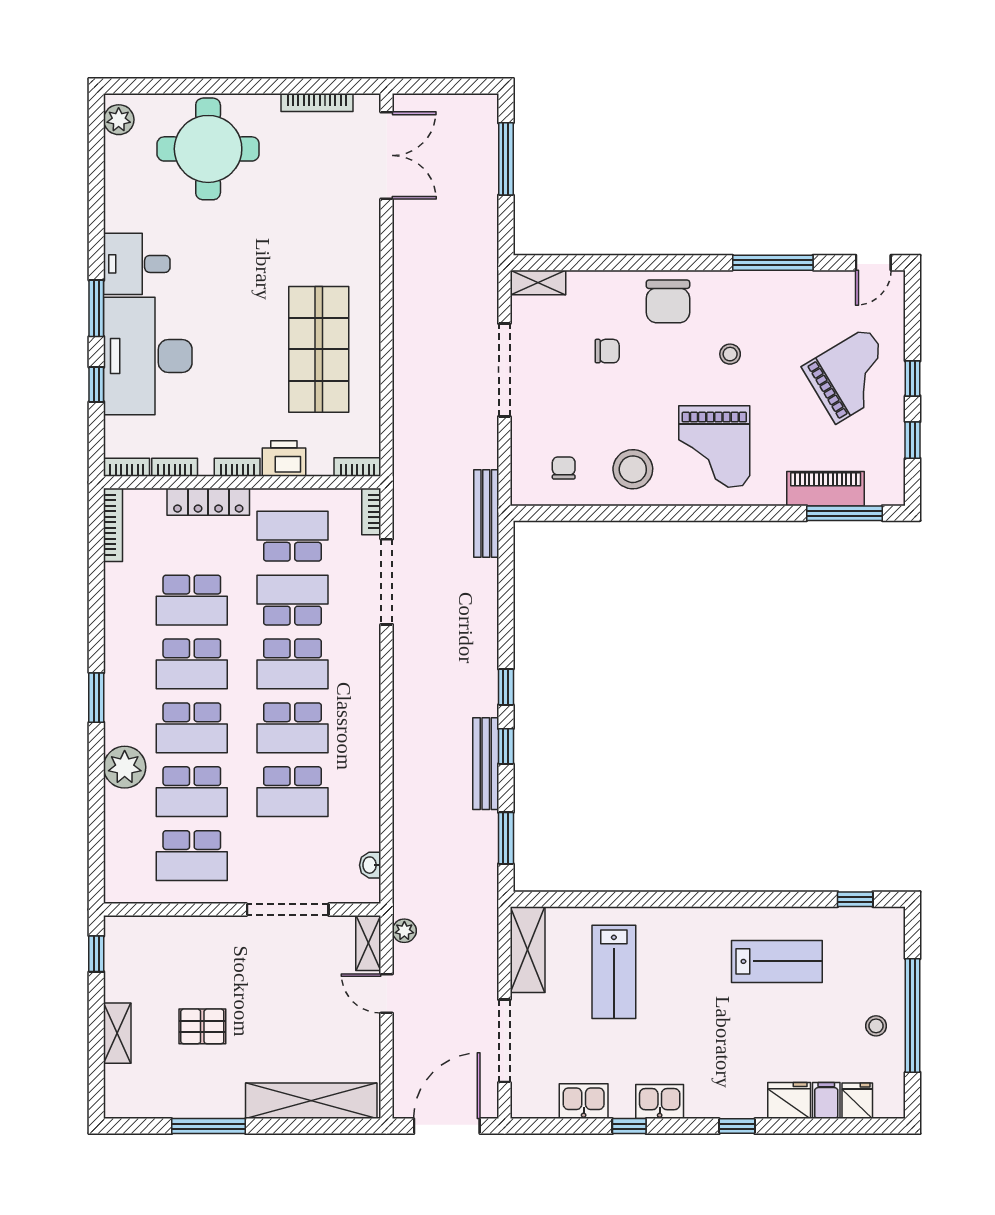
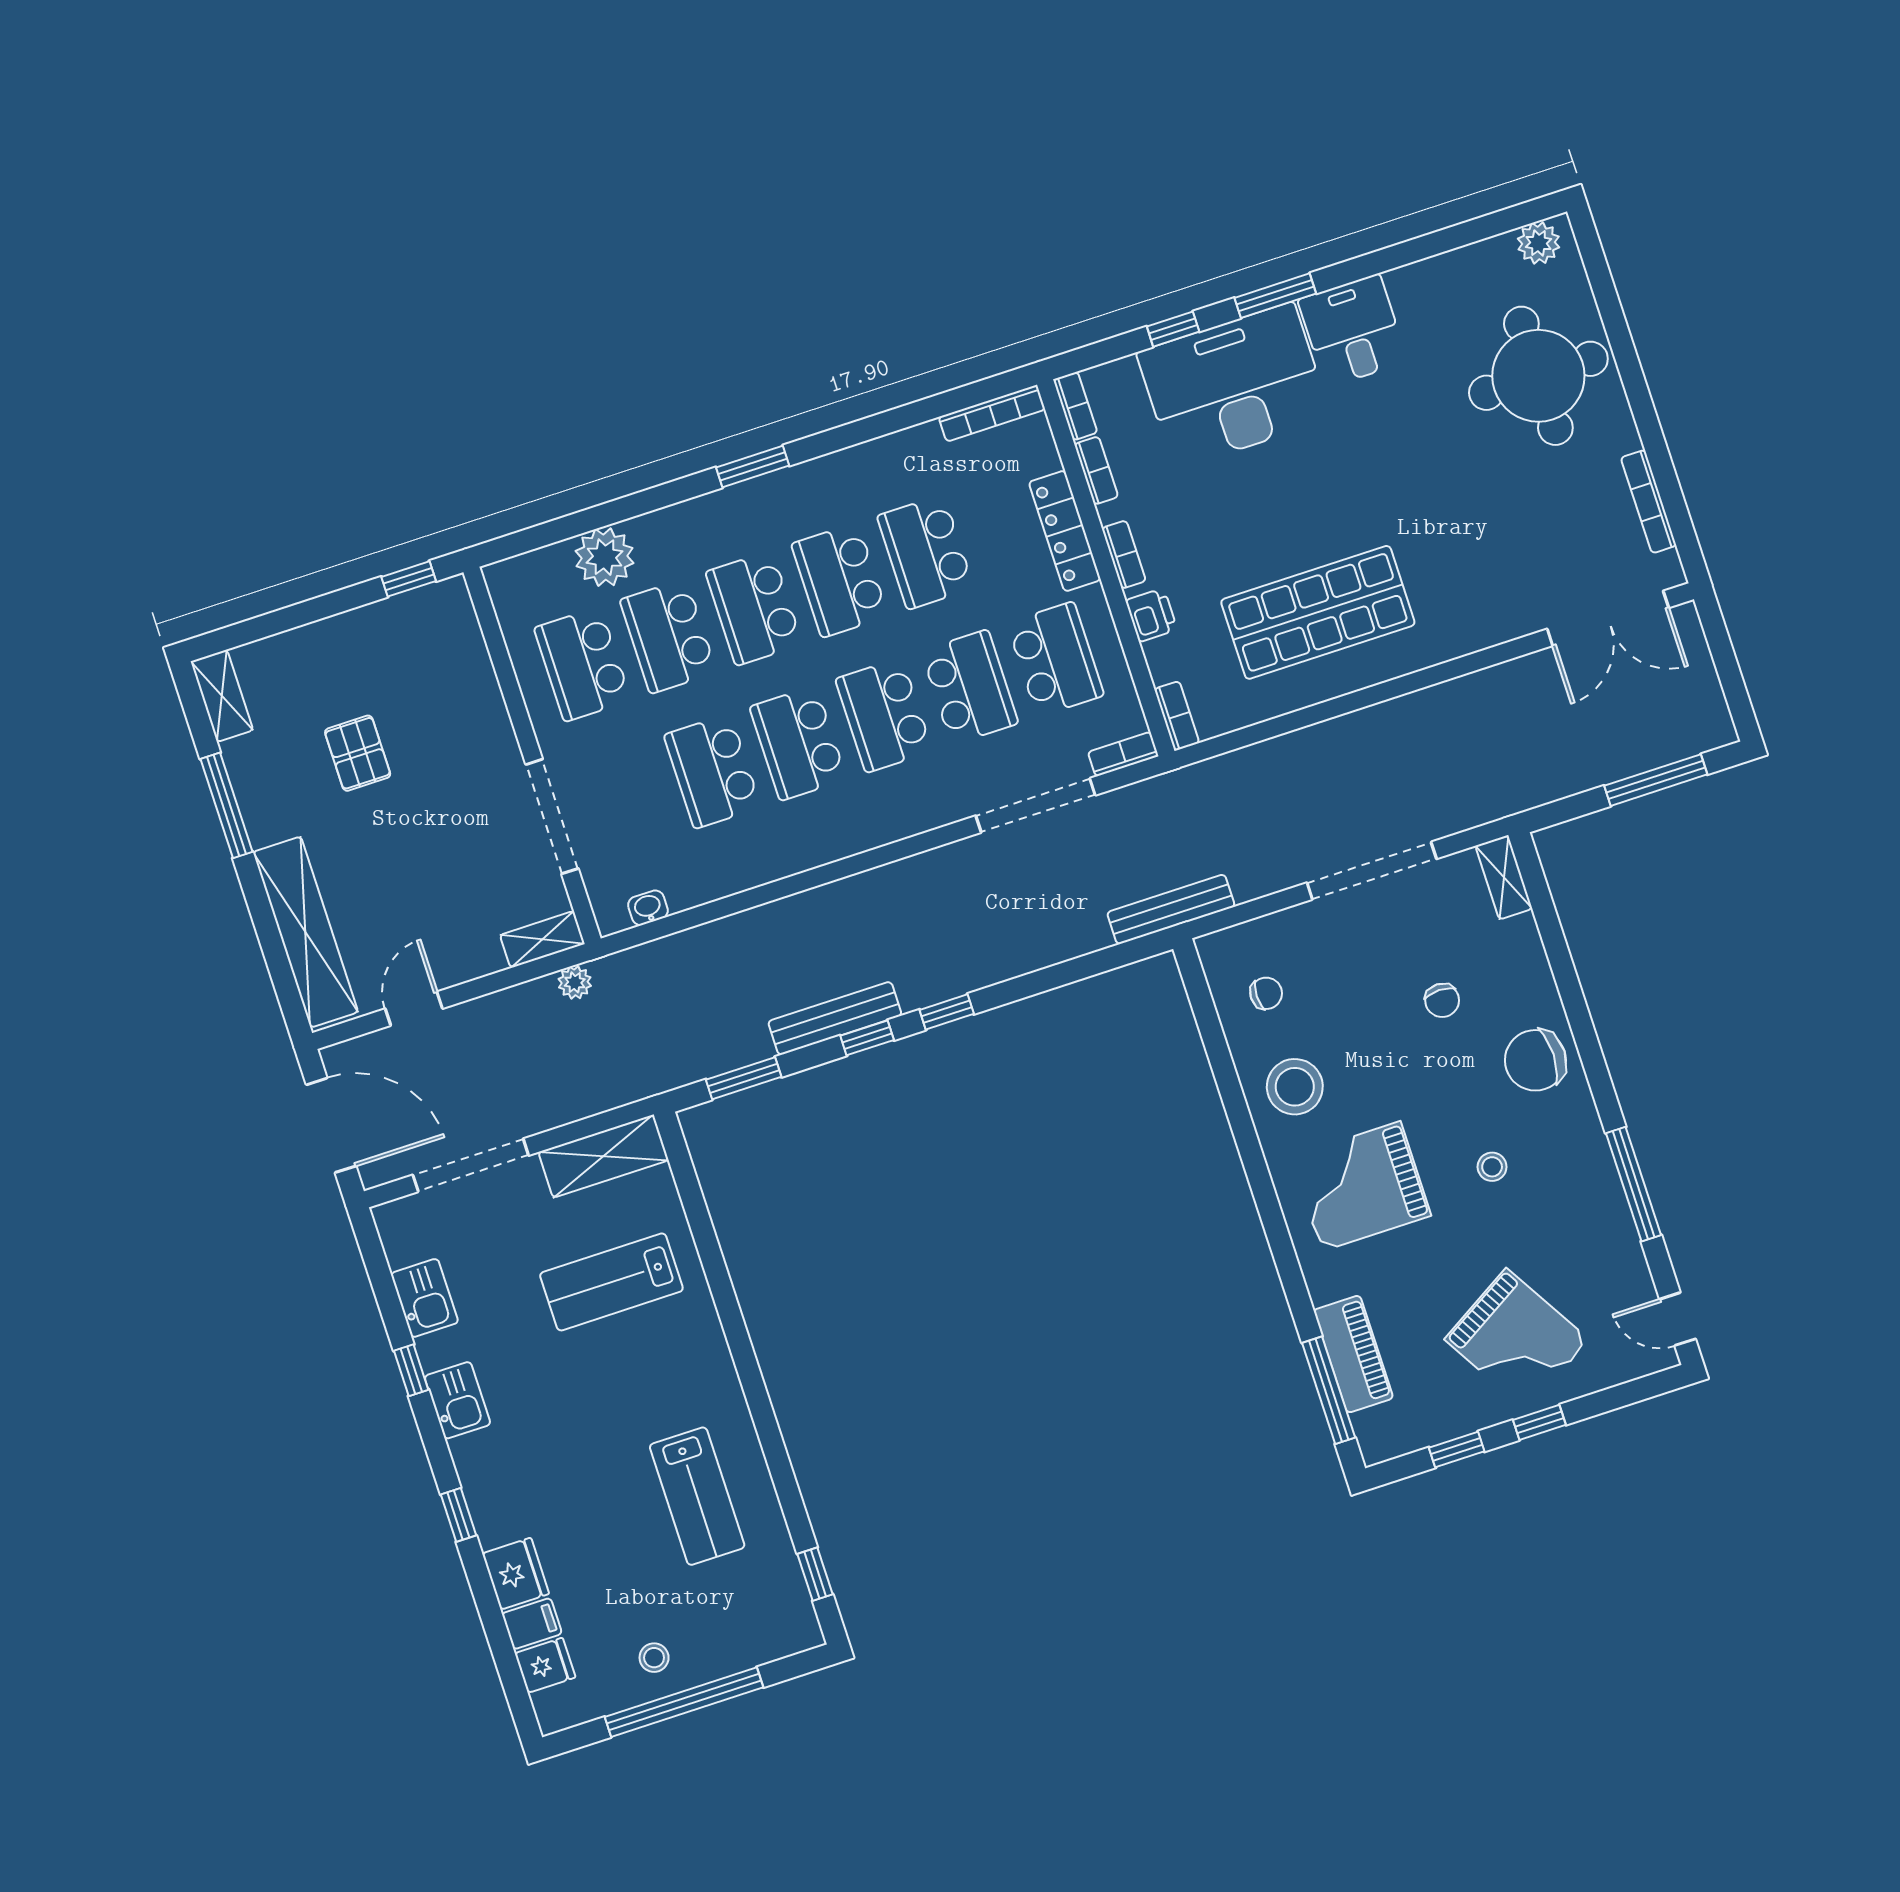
printer: (284, 458) -> (1151, 615), width x0.73, depth x0.81
plant: (125, 767) -> (605, 557), moved
door: (387, 993) -> (414, 1009), moved
shelving: (117, 1033) -> (222, 696), moved, turned 90

